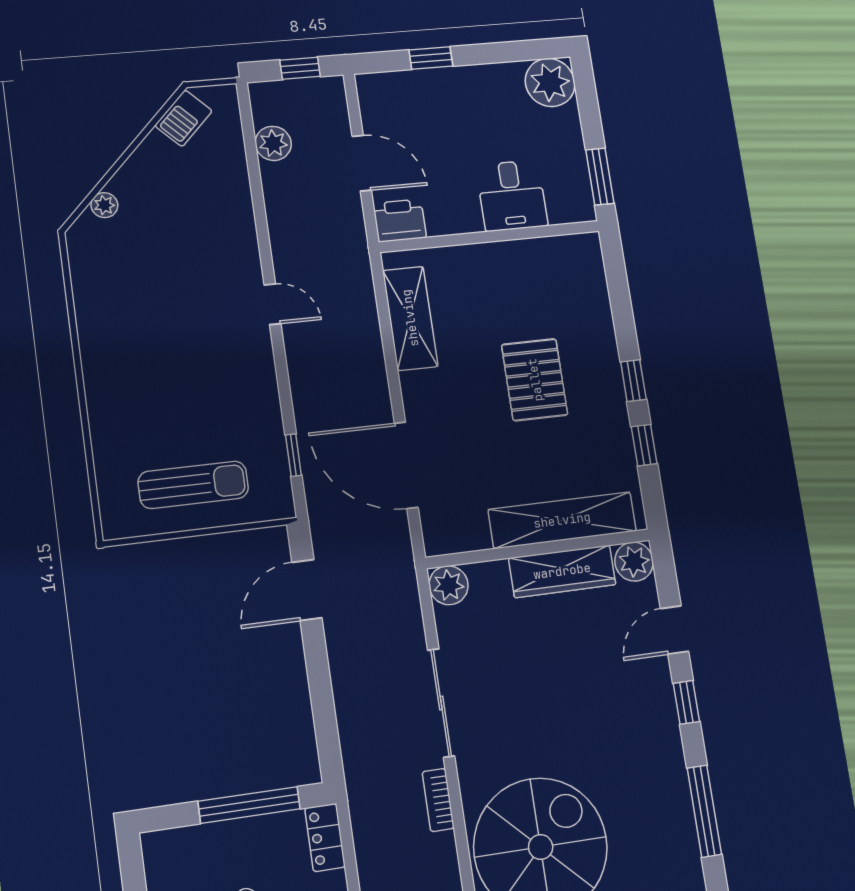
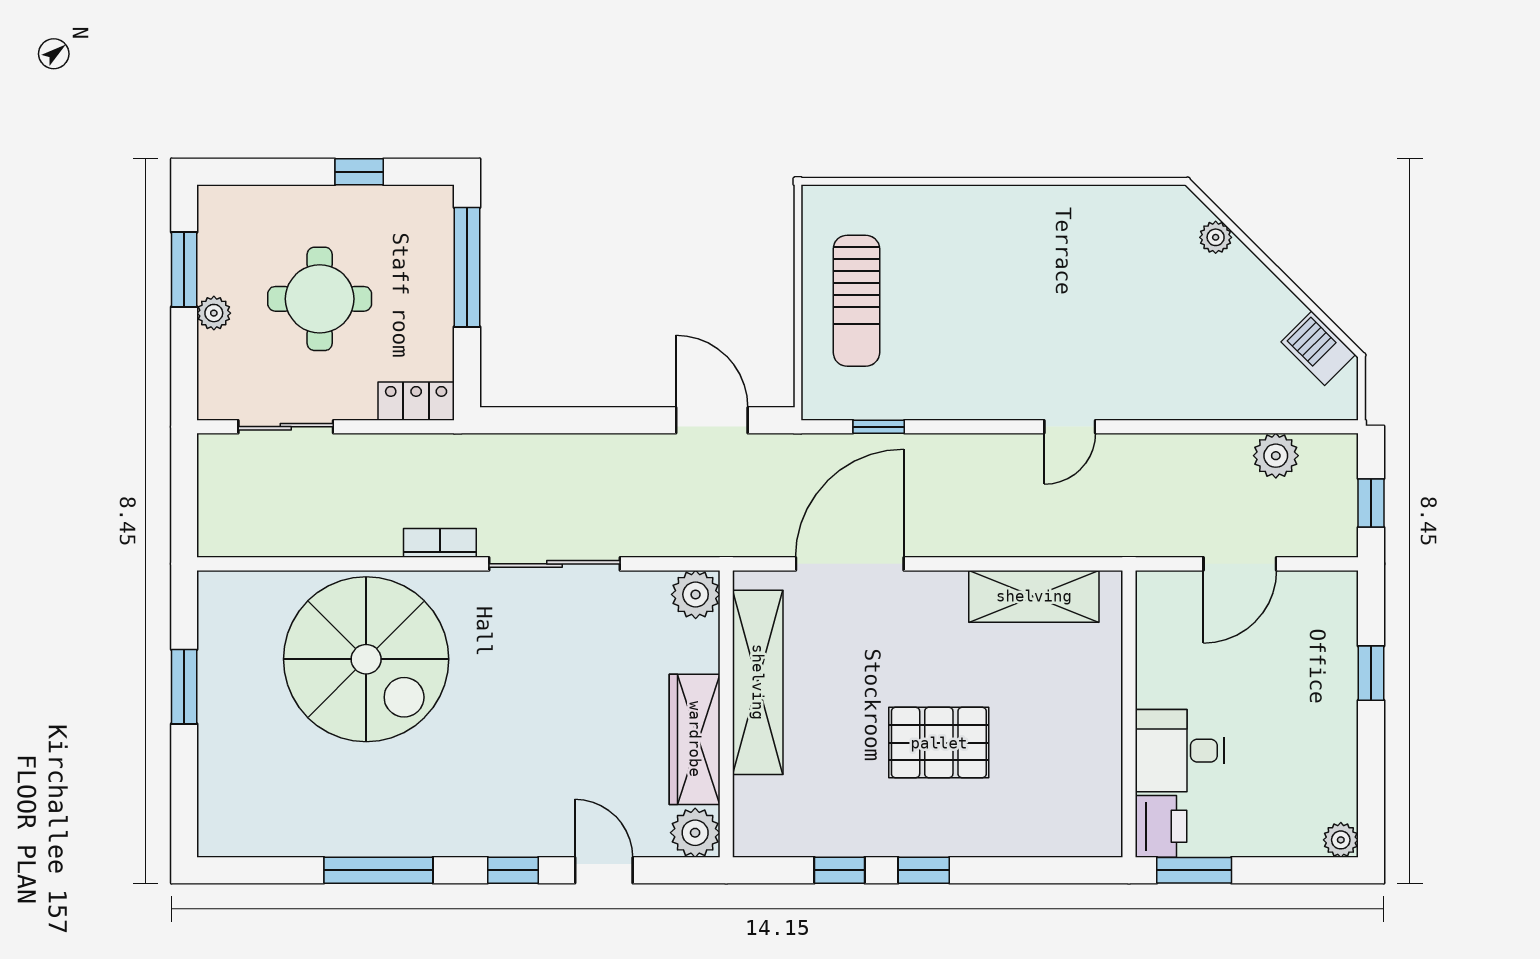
plant: (550, 82) -> (1341, 840), width x0.53, depth x0.53
printer: (400, 220) -> (1161, 826), moved
shelving: (562, 520) -> (758, 682), moved
window: (249, 805) -> (467, 267), moved

